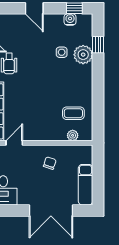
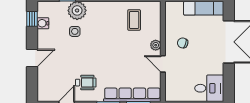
plant: (73, 135) -> (156, 45), moved
door: (14, 143) -> (163, 64), moved

